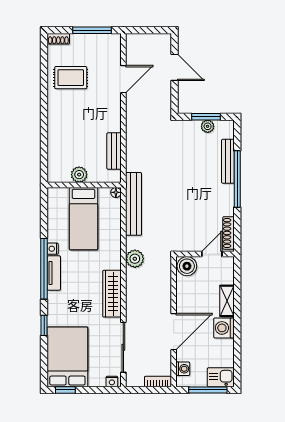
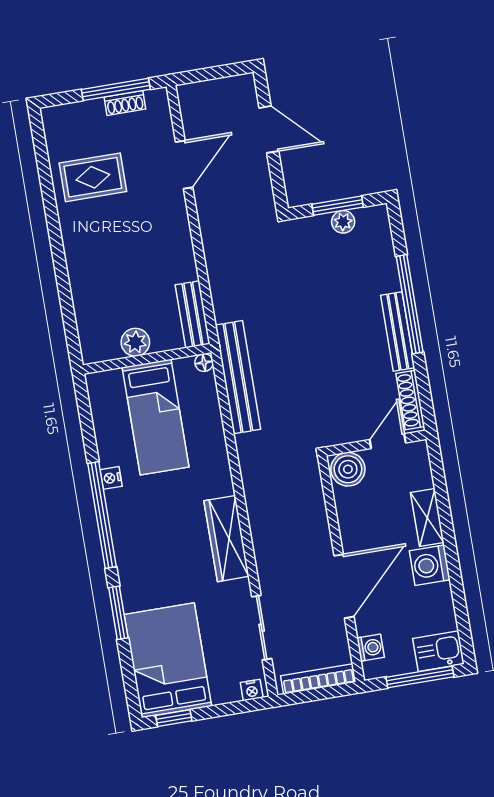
shoe rack: (58, 39) -> (125, 103), moved
bench: (114, 151) -> (193, 314), moved
bench: (228, 161) -> (398, 332), moved
plant: (135, 259) -> (256, 471), removed
tv unit: (54, 273) -> (120, 520), removed
window: (44, 325) -> (118, 613), width x1.50
sliding door: (123, 347) -> (262, 628), width x0.73
bookcase: (158, 381) -> (318, 679), width x1.56

